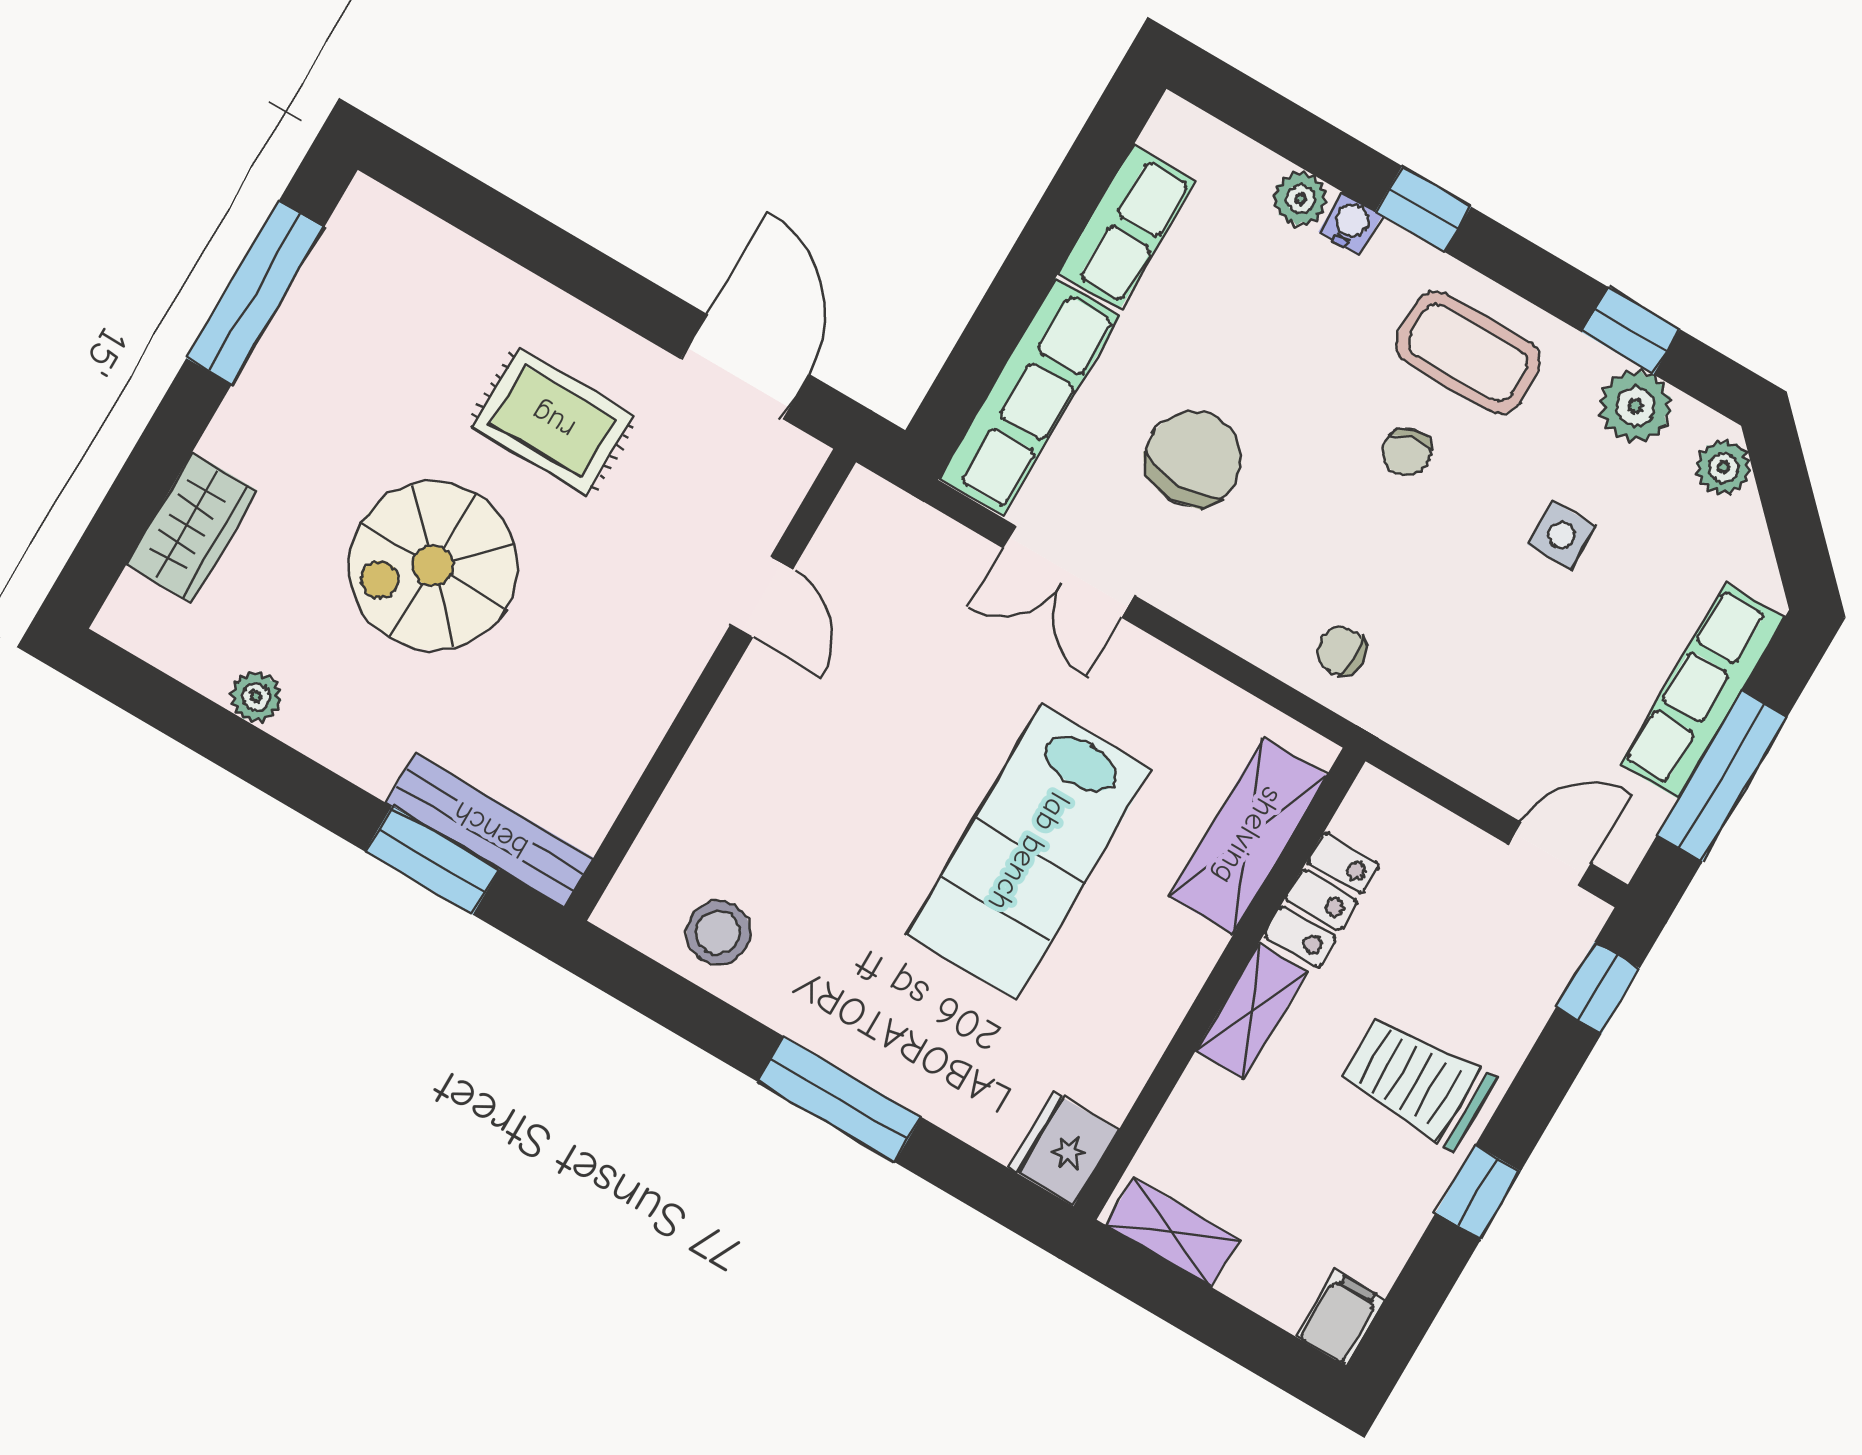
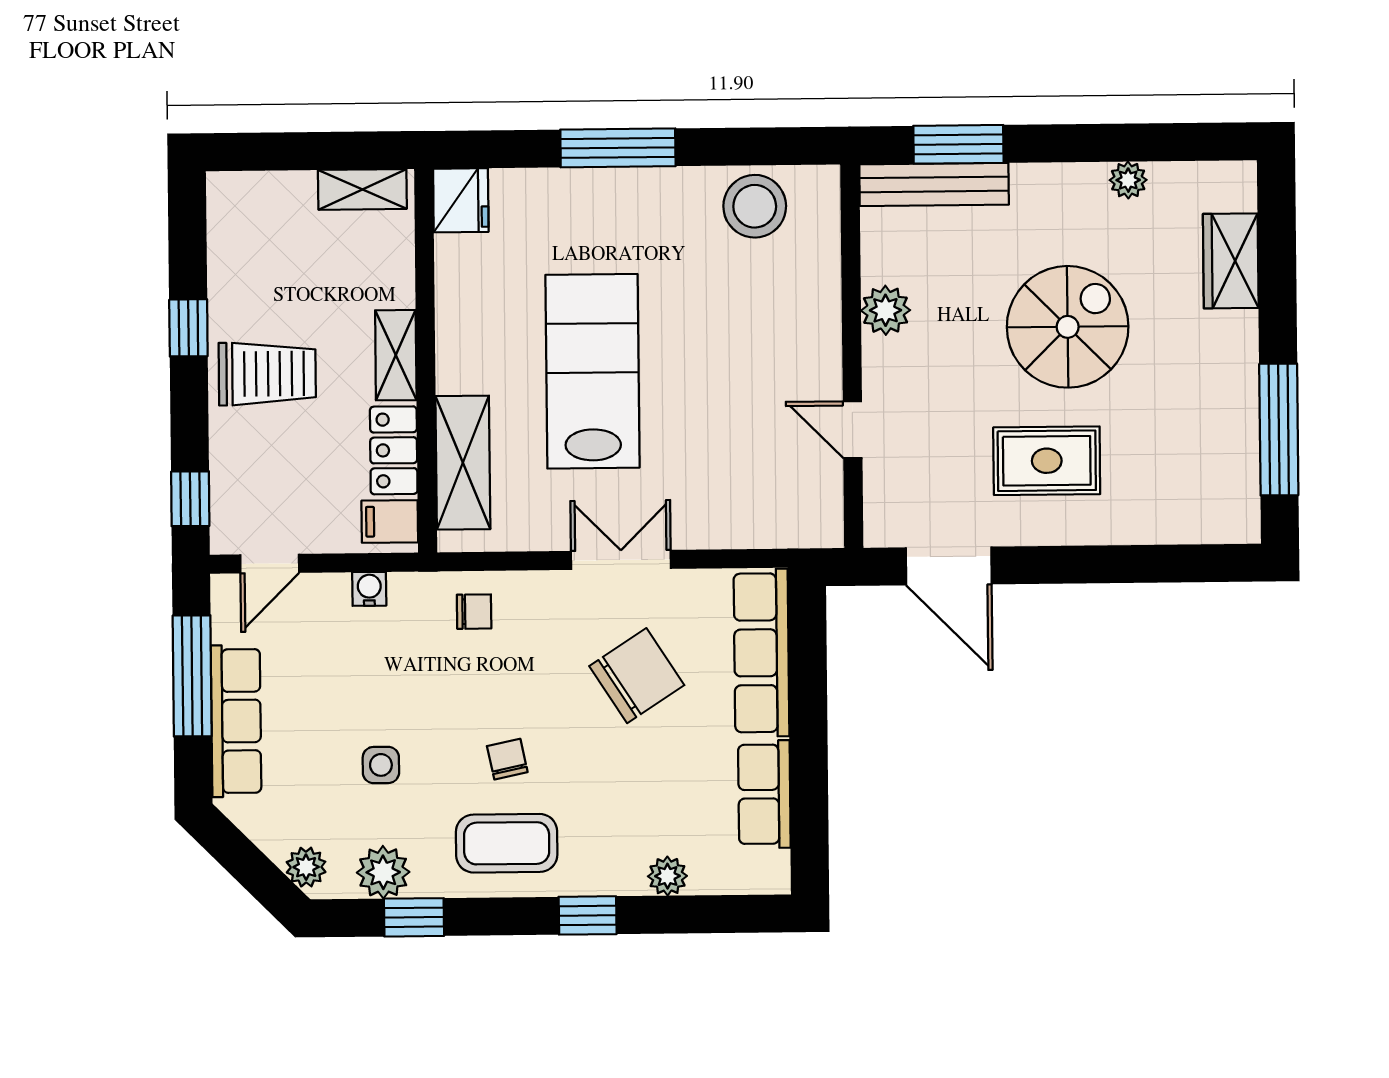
water cooler: (1350, 224) -> (369, 589), moved, turned 180
chair: (1194, 459) -> (637, 676), turned -123
double door: (1069, 572) -> (621, 560), moved
plant: (637, 715) -> (886, 310), added
stool: (718, 932) -> (755, 206), width x1.38, depth x1.38
filing cabinet: (1340, 1318) -> (390, 522), moved, turned 90

